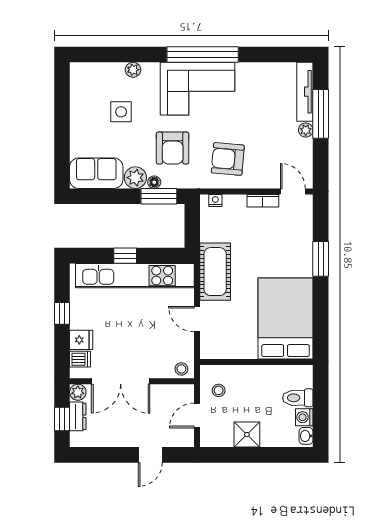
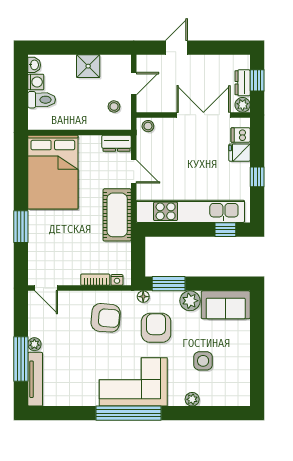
floor lamp: (154, 182) -> (143, 297), moved
bookcase: (263, 201) -> (95, 280), moved
window: (125, 256) -> (225, 230), moved
dresser: (216, 350) -> (117, 143), added

